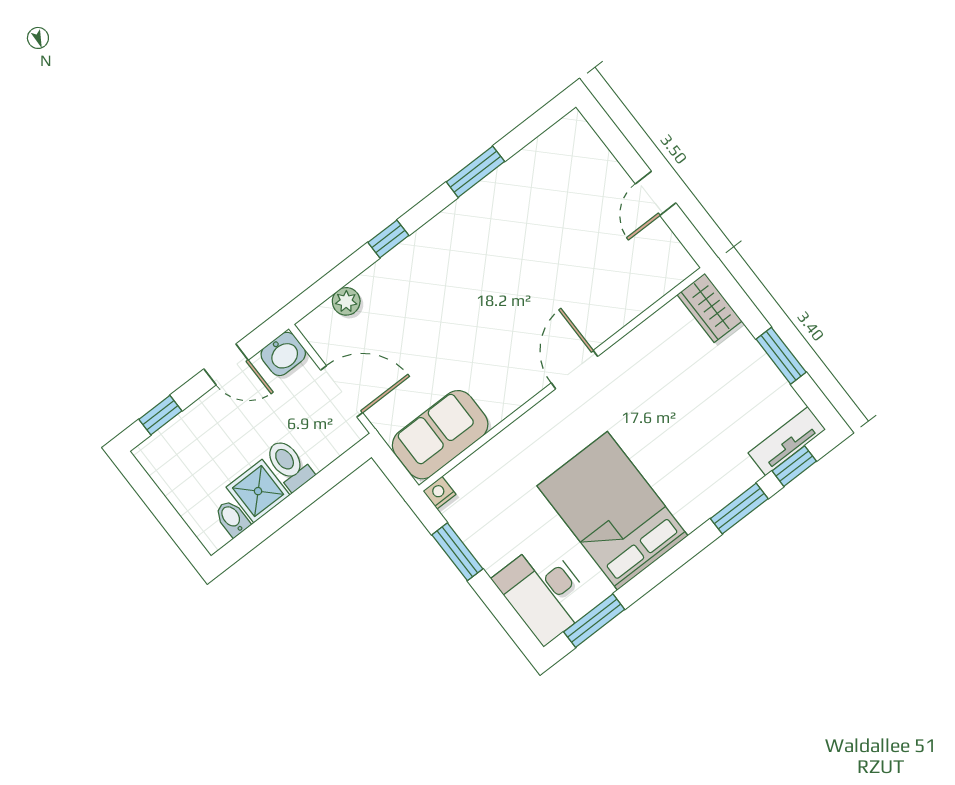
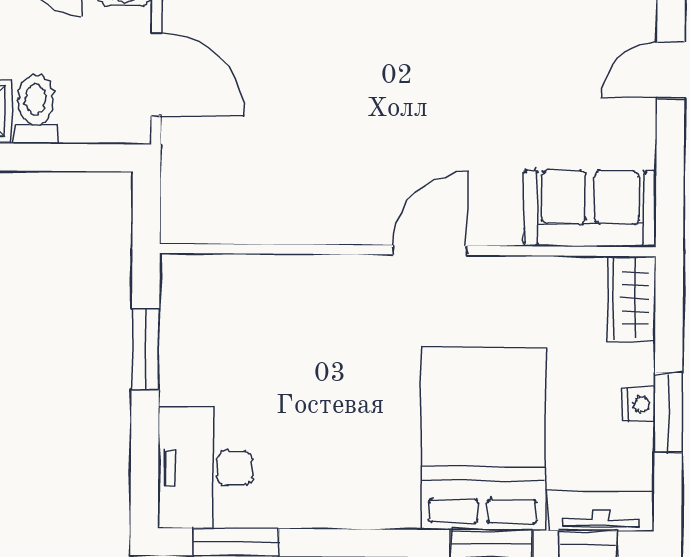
door: (656, 193) -> (671, 71), moved
sofa: (440, 435) -> (590, 209), moved
nightstand: (439, 493) -> (639, 404), moved, turned 90
bed: (613, 511) -> (483, 438), moved

